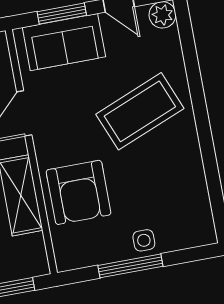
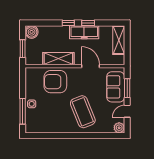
window: (130, 266) -> (23, 111), moved

